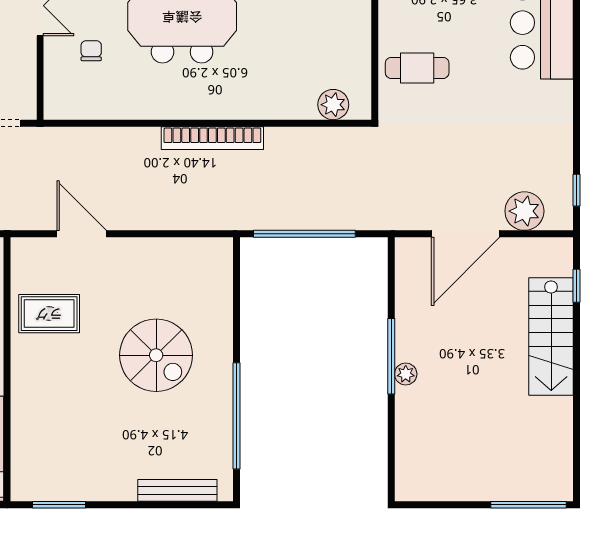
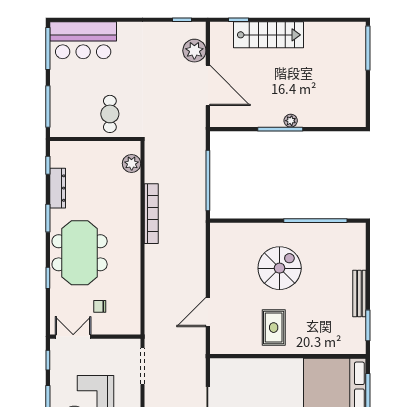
bookcase: (212, 138) -> (151, 214), moved
rug: (49, 314) -> (274, 328), moved
bench: (177, 490) -> (359, 293), moved

